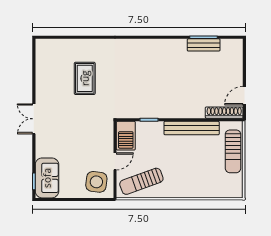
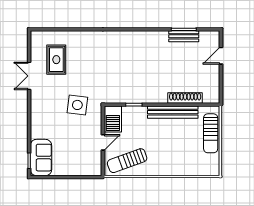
rug: (85, 78) -> (56, 60), moved
door: (244, 96) -> (221, 56), moved
shoe rack: (224, 113) -> (185, 98), moved
double door: (34, 119) -> (29, 76), moved
side table: (96, 182) -> (77, 105), moved

